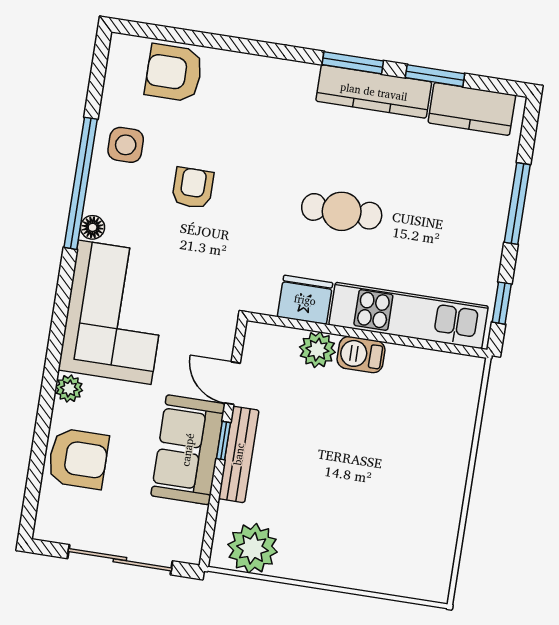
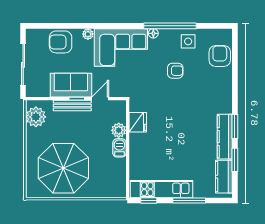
cafe table: (342, 211) -> (175, 131), removed
kitchen unit: (409, 315) -> (162, 189), moved, turned -90
armchair: (78, 459) -> (61, 42), turned 90
parasol: (389, 500) -> (63, 168), added

